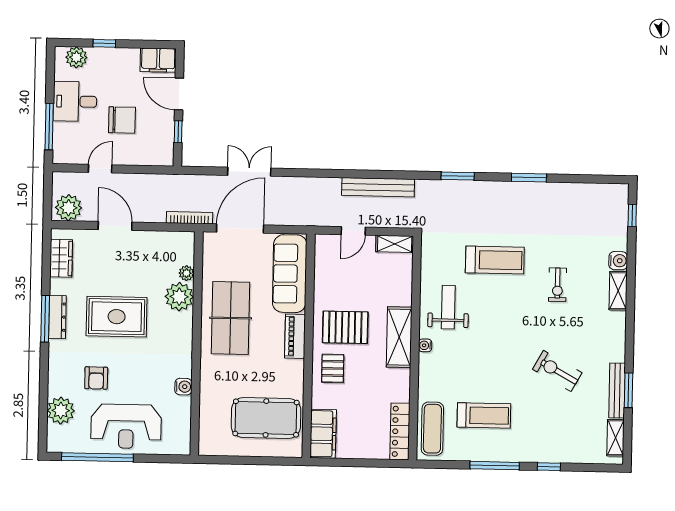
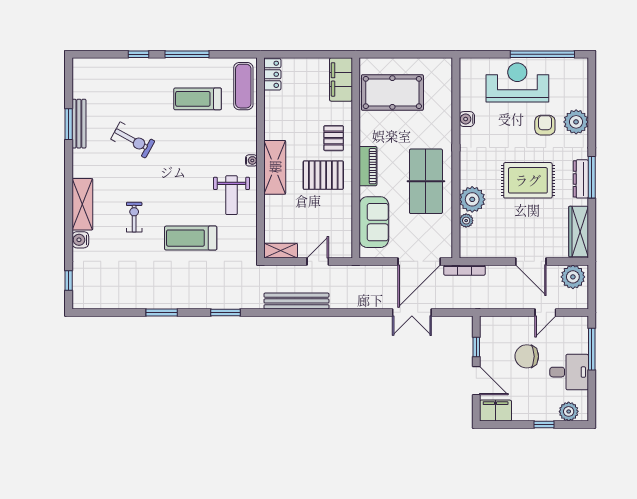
wardrobe: (61, 258) -> (579, 232), width x1.50
sofa: (290, 274) -> (374, 222), width x0.73
shelving: (618, 291) -> (82, 204), width x1.50, depth x1.33
plant: (61, 411) -> (576, 122), moved
locker: (400, 431) -> (272, 74), width x0.66
shelving: (616, 438) -> (79, 81), removed

